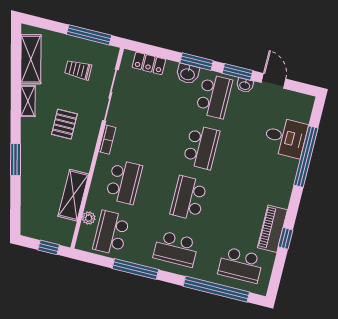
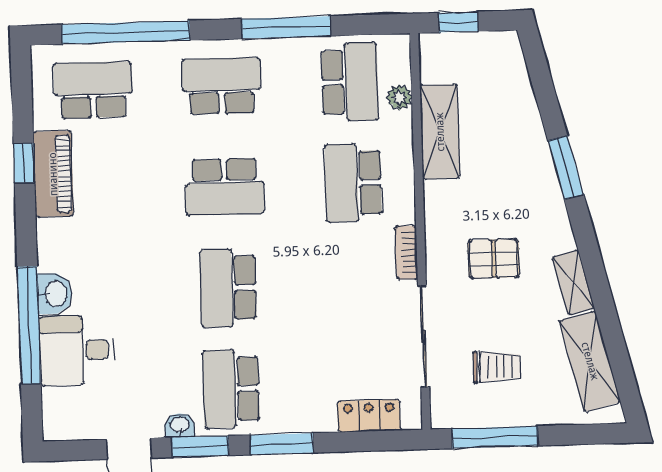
washbasin: (188, 74) -> (55, 294), moved, turned 90
pallet: (64, 124) -> (494, 259), turned 90
school desk: (189, 198) -> (225, 187), turned 90

